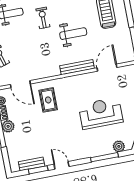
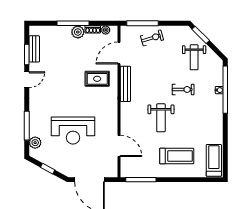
bench: (77, 67) -> (125, 84), moved
reception desk: (101, 113) -> (73, 130), turned 90

